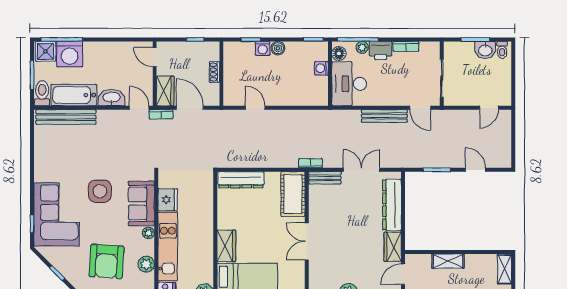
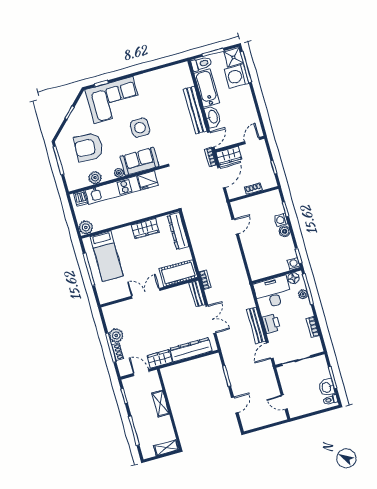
printer: (381, 51) -> (271, 324), moved, turned 180
washing machine: (321, 68) -> (294, 264), moved
bench: (66, 117) -> (195, 110), moved
wardrobe: (226, 246) -> (145, 228), moved

